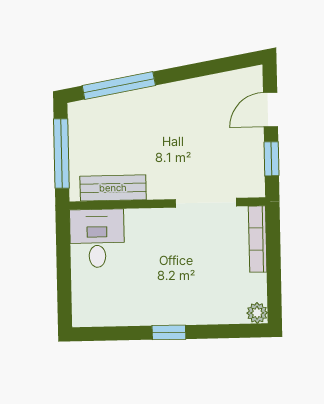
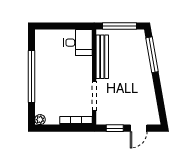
door: (270, 110) -> (139, 128), swing flipped
bench: (113, 188) -> (102, 57), width x1.36
window: (169, 332) -> (31, 77), width x3.17

